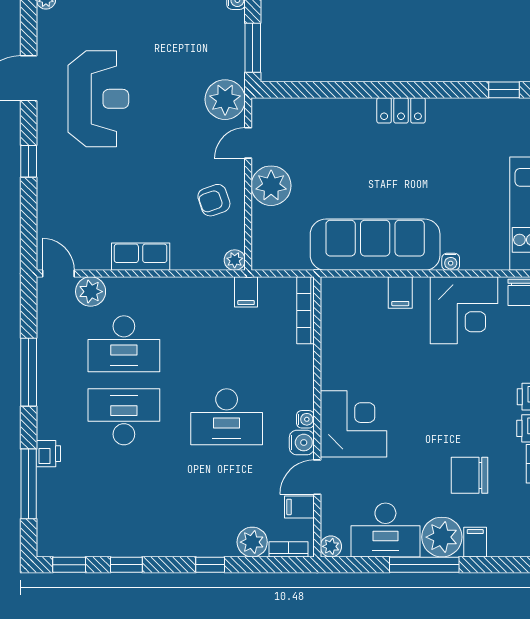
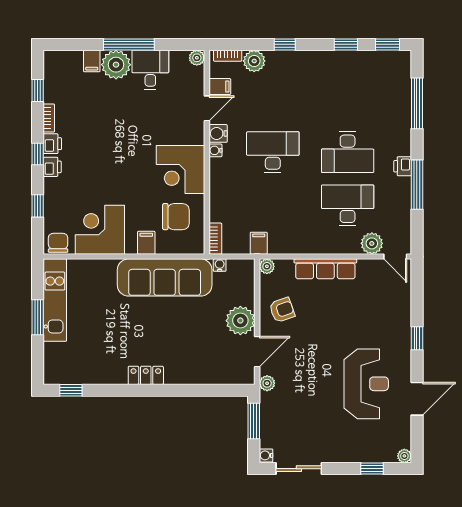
reception desk: (98, 99) -> (366, 384), turned 180
plant: (225, 100) -> (267, 383), width x0.53, depth x0.53
door: (248, 143) -> (257, 352), width x1.37
row of seats: (141, 257) -> (325, 269), width x1.48
water cooler: (451, 262) -> (220, 265), moved
bookcase: (306, 310) -> (215, 239), width x0.64
corner desk: (353, 424) -> (180, 169), moved
printer: (48, 454) -> (403, 166), moved
chair: (470, 475) -> (176, 217), moved
desk: (385, 530) -> (150, 70), width x0.73

